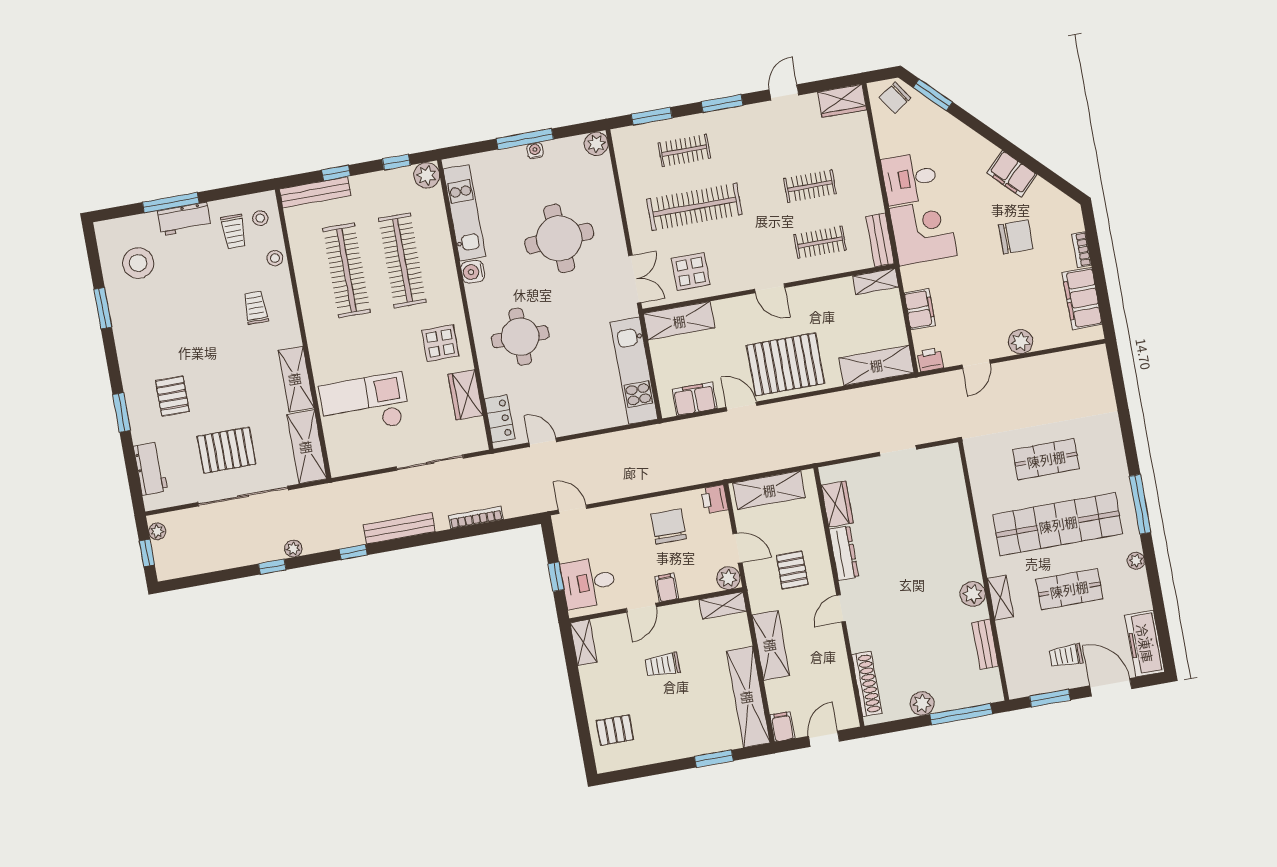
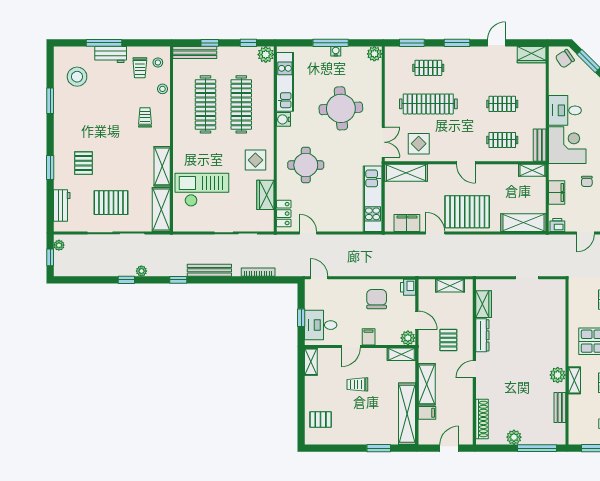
chair: (964, 283) -> (587, 181), added
shelving: (769, 490) -> (450, 286), width x0.67, depth x0.75
filing cabinet: (782, 727) -> (427, 413), moved, turned 90

